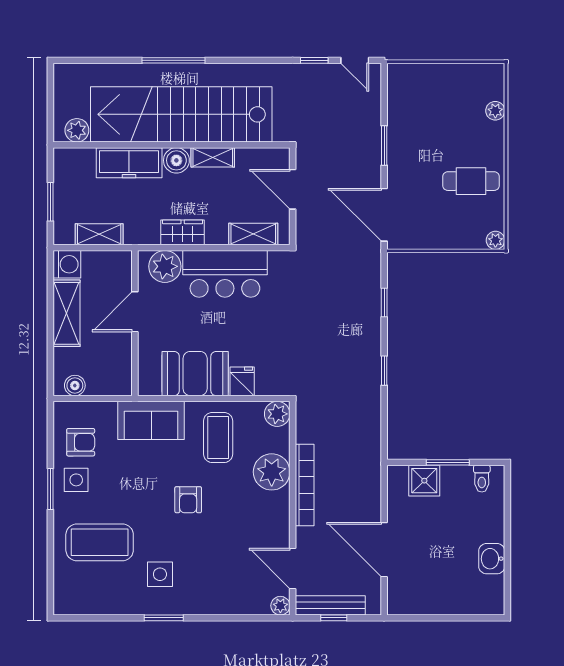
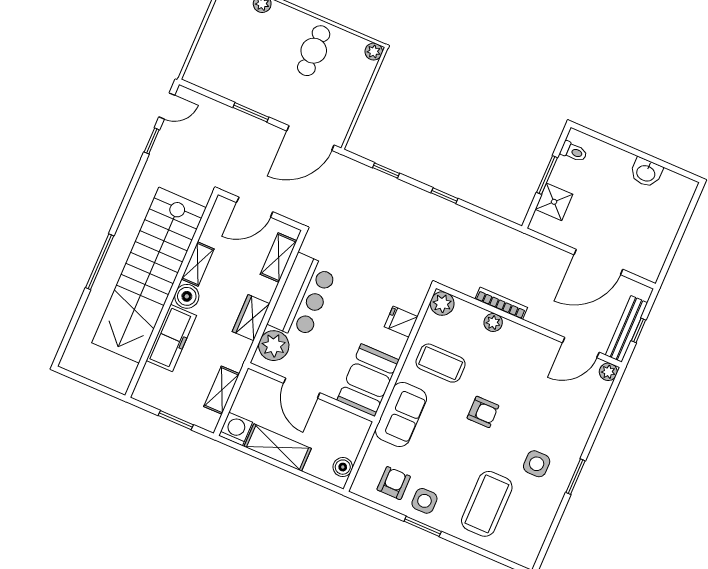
plant: (77, 130) -> (124, 371), removed
booth: (195, 374) -> (368, 380), moved
plant: (272, 472) -> (493, 323), width x0.53, depth x0.53
bookcase: (305, 485) -> (501, 303), width x0.68, depth x0.76

